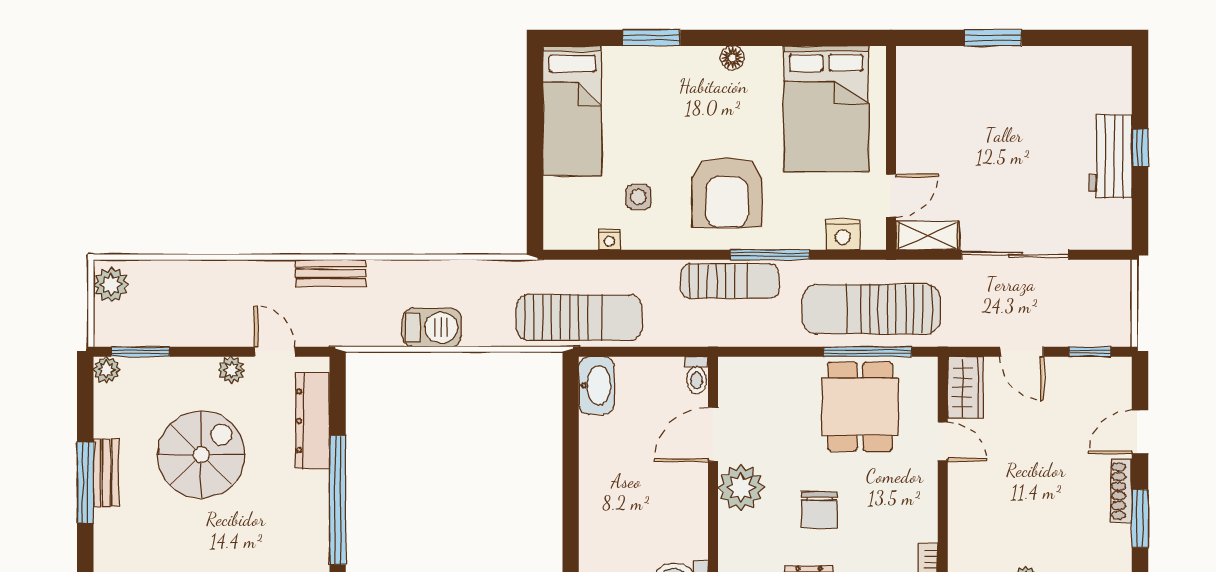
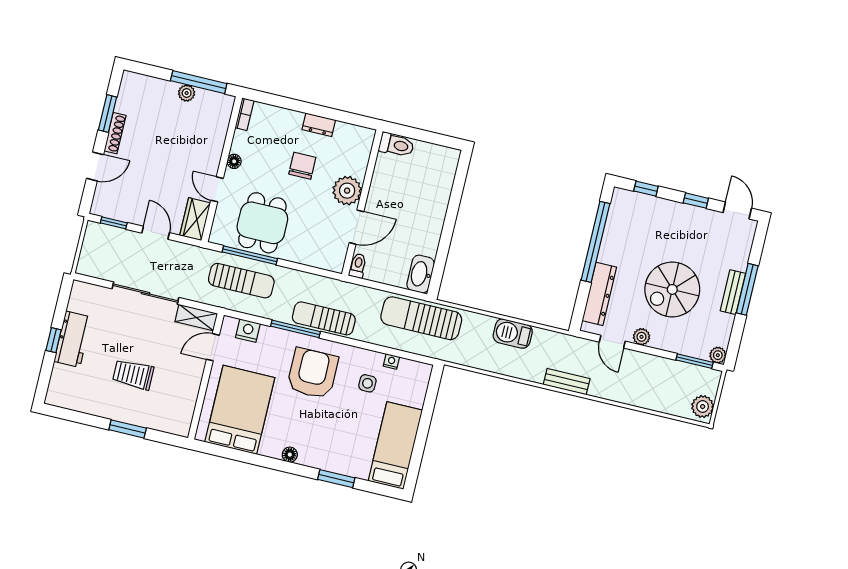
trolley: (1004, 124) -> (133, 374), added
sun lounger: (872, 309) -> (241, 281), width x0.73, depth x0.75
floor lamp: (927, 491) -> (234, 161), added

